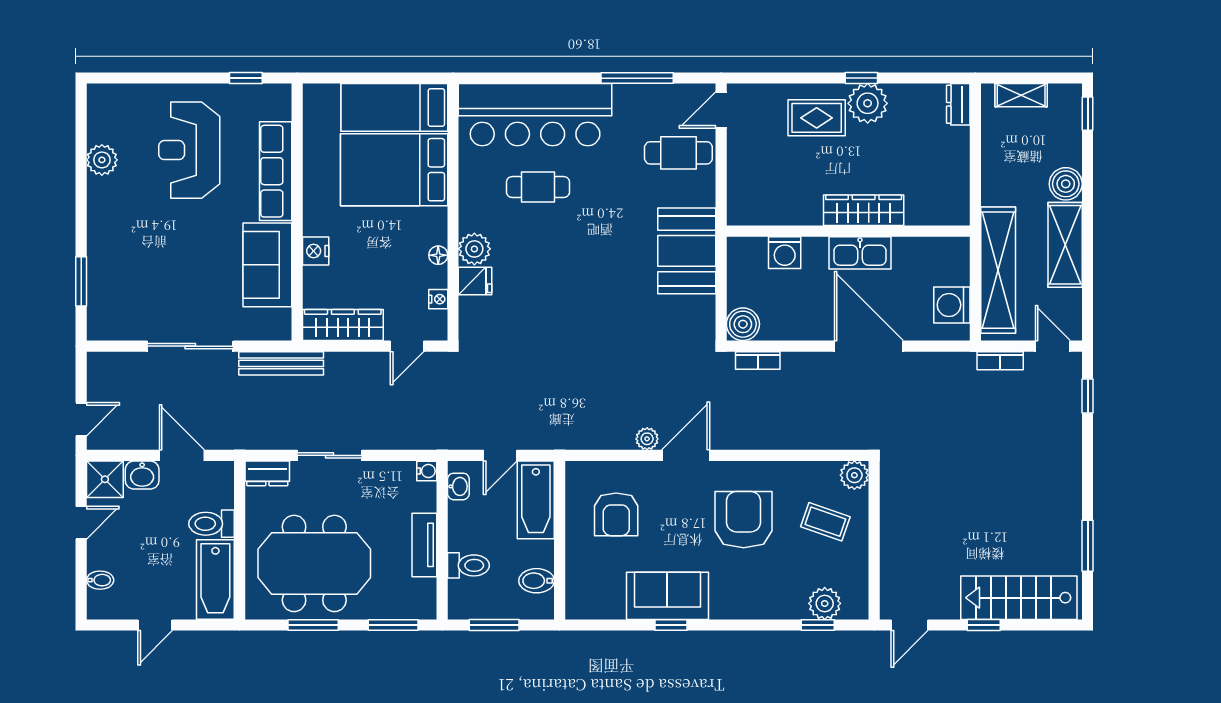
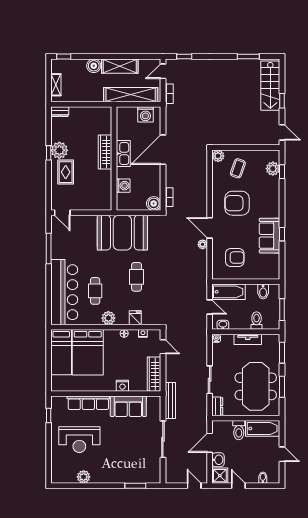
cafe table: (678, 153) -> (137, 277), moved
plant: (474, 249) -> (108, 318), moved
booth: (687, 251) -> (122, 233), width x1.36, depth x1.42

